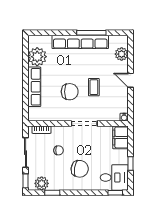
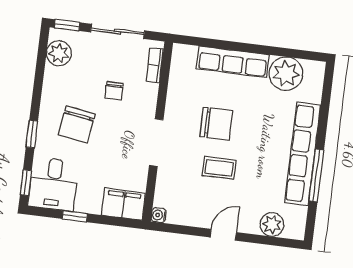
chair: (70, 92) -> (216, 124), turned -90
window: (52, 193) -> (32, 134), moved

